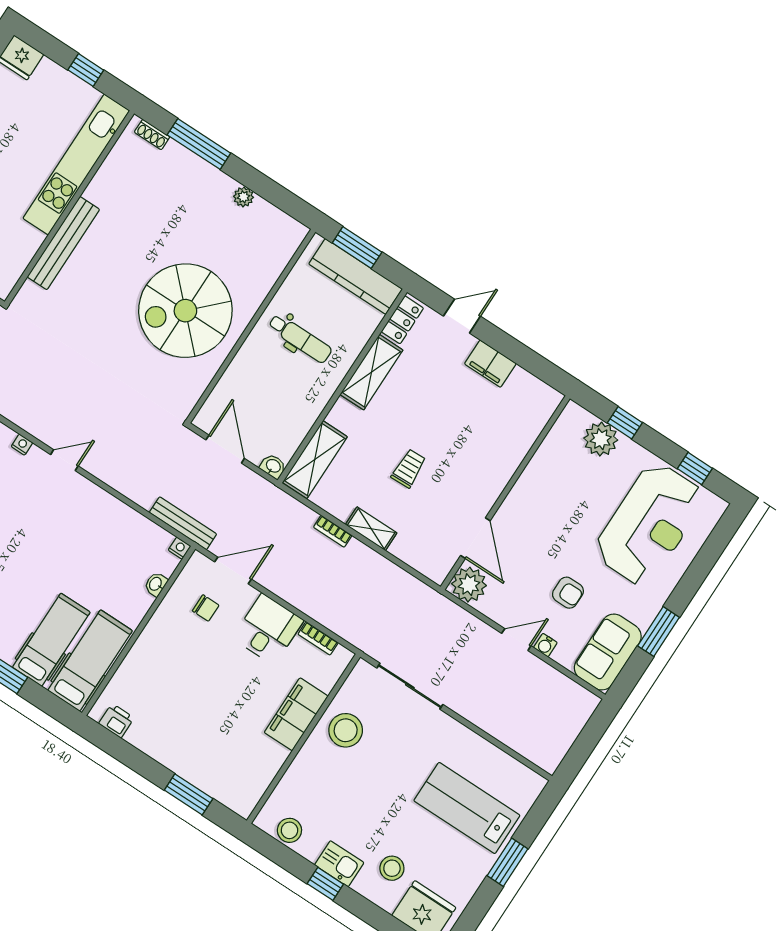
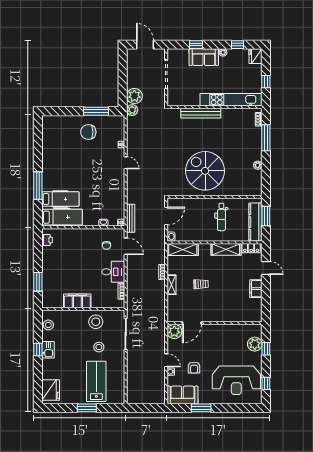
filing cabinet: (296, 714) -> (77, 301), moved
stool: (392, 868) -> (99, 347), moved

